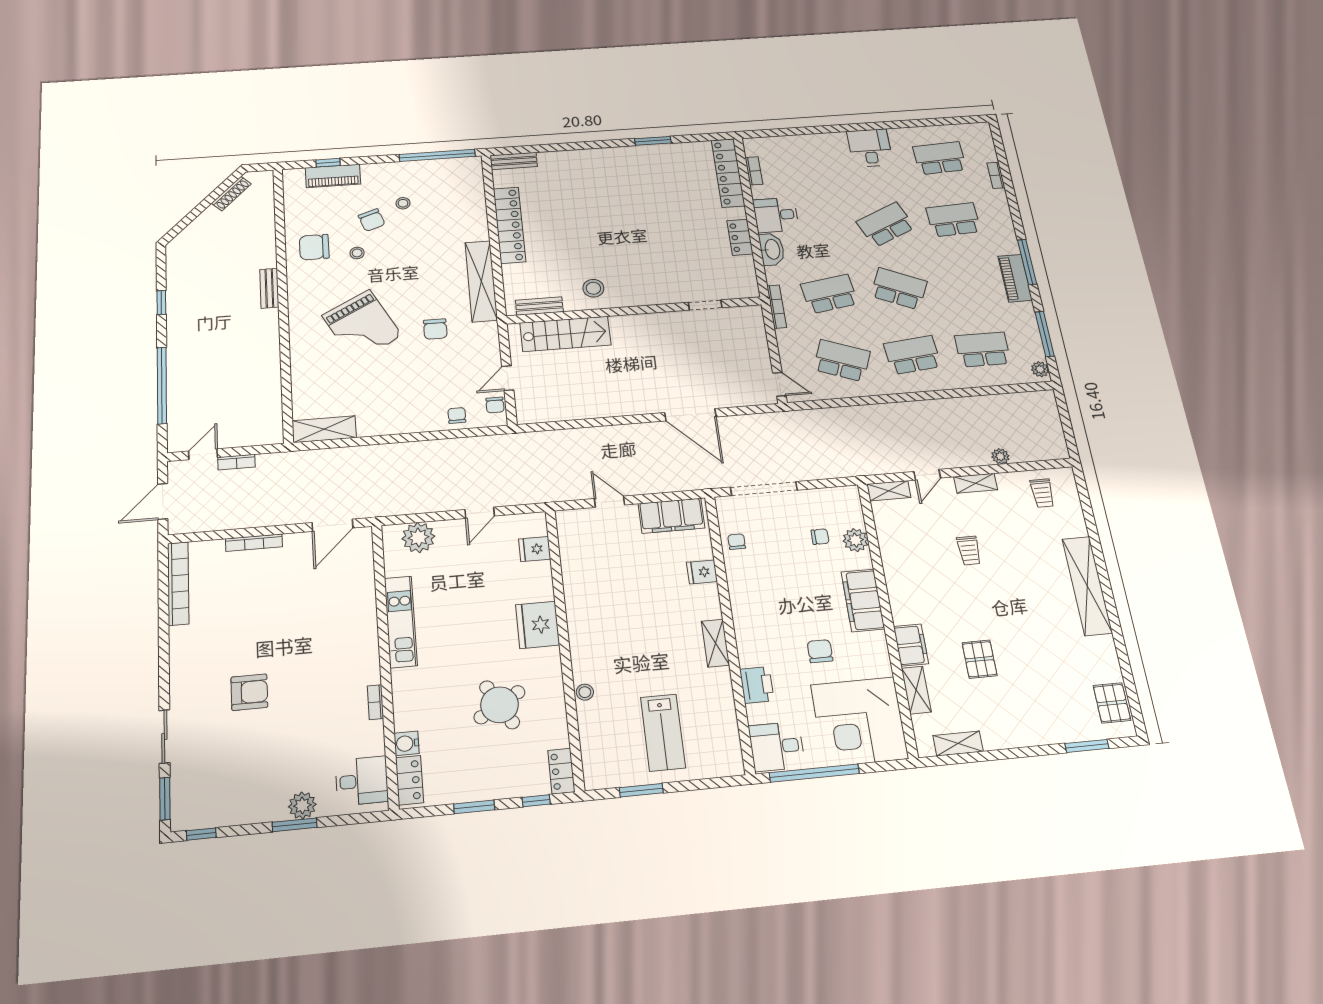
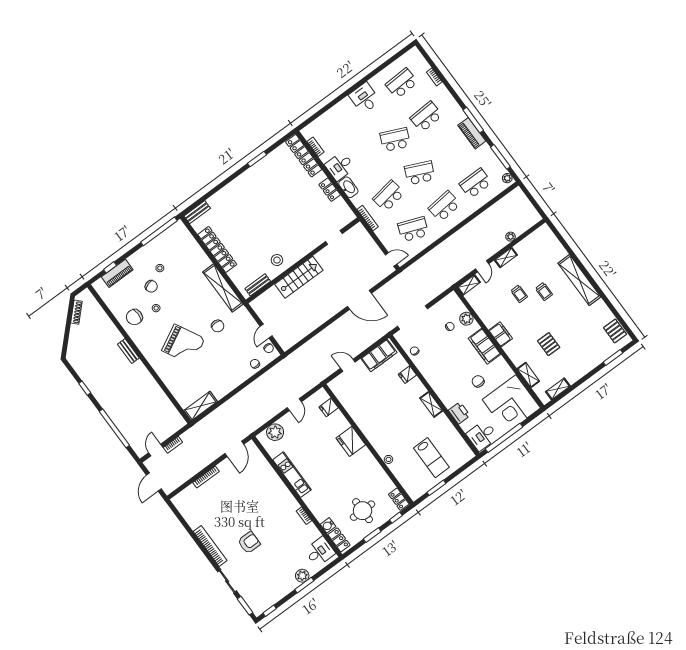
school desk: (886, 225) -> (395, 140), turned 48
stairs: (565, 334) -> (299, 277), moved
trolley: (1042, 493) -> (544, 291), moved
bookcase: (178, 583) -> (210, 546), moved
filing cabinet: (911, 645) -> (501, 334), moved
round table: (500, 705) -> (363, 511), moved, turned 30

